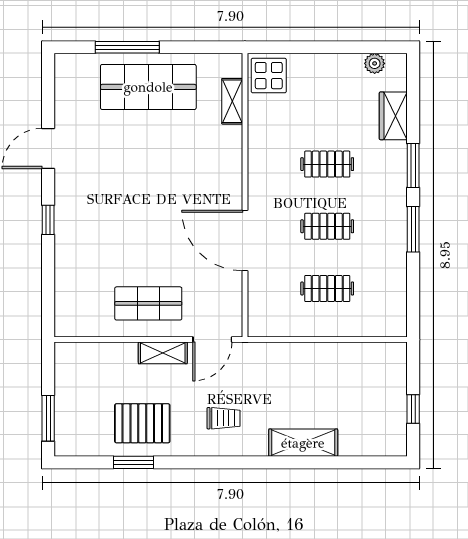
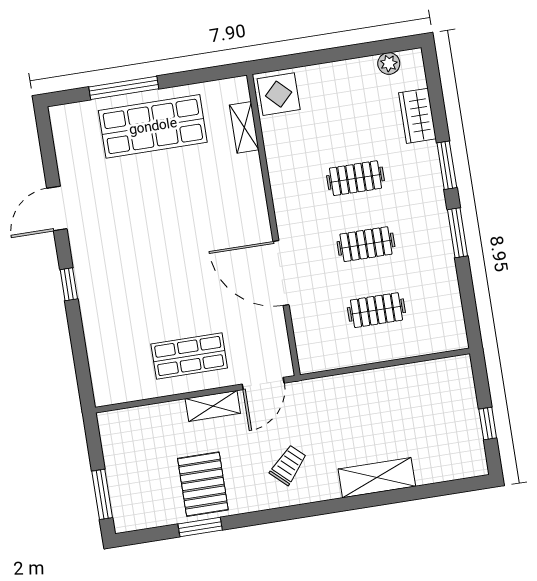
trolley: (224, 418) -> (288, 465), turned -47
pallet: (142, 423) -> (203, 484), turned 90

